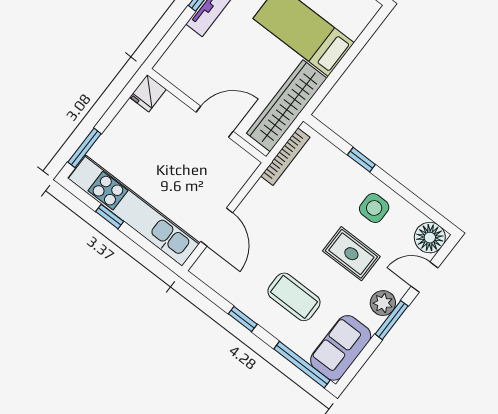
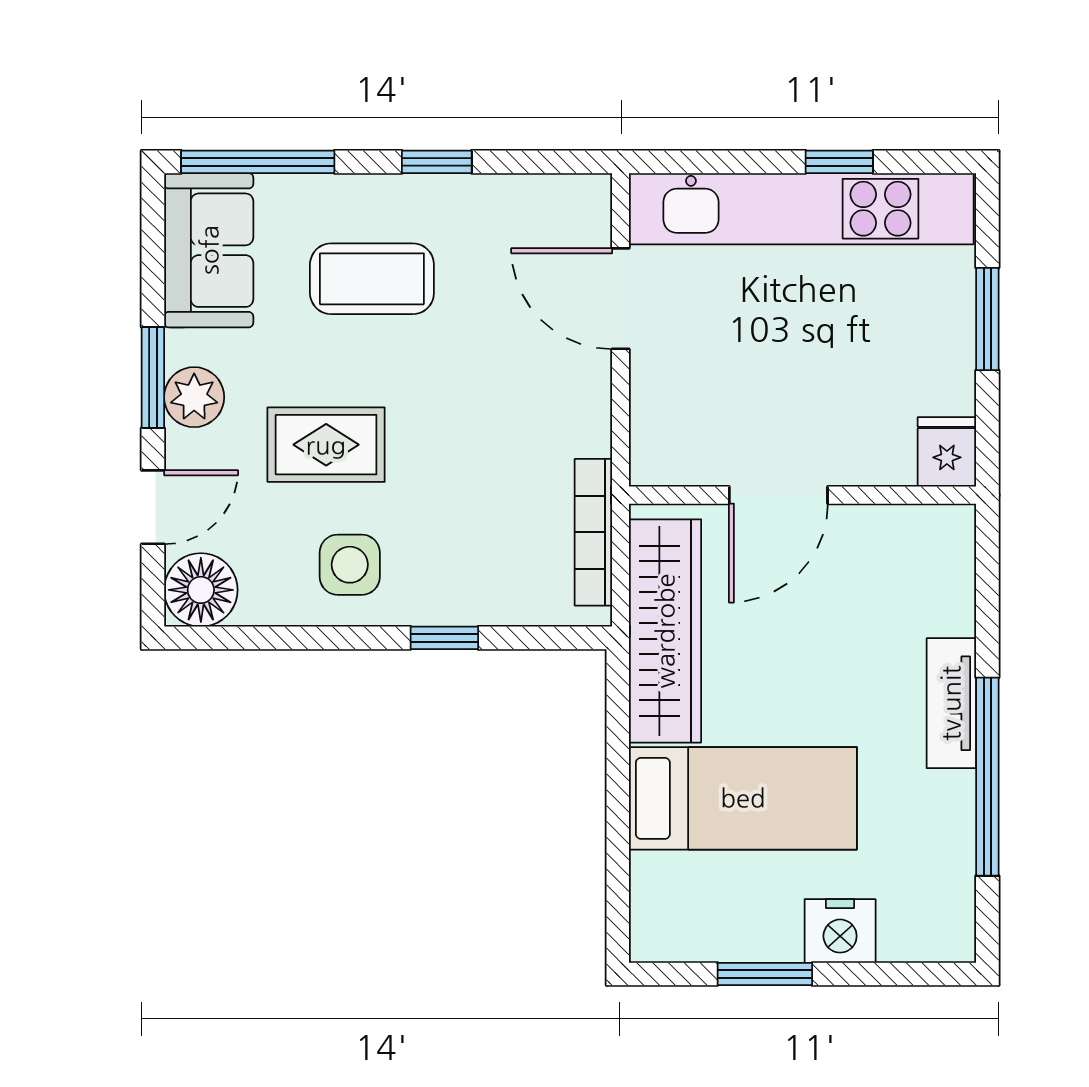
window: (84, 148) -> (987, 319), moved

